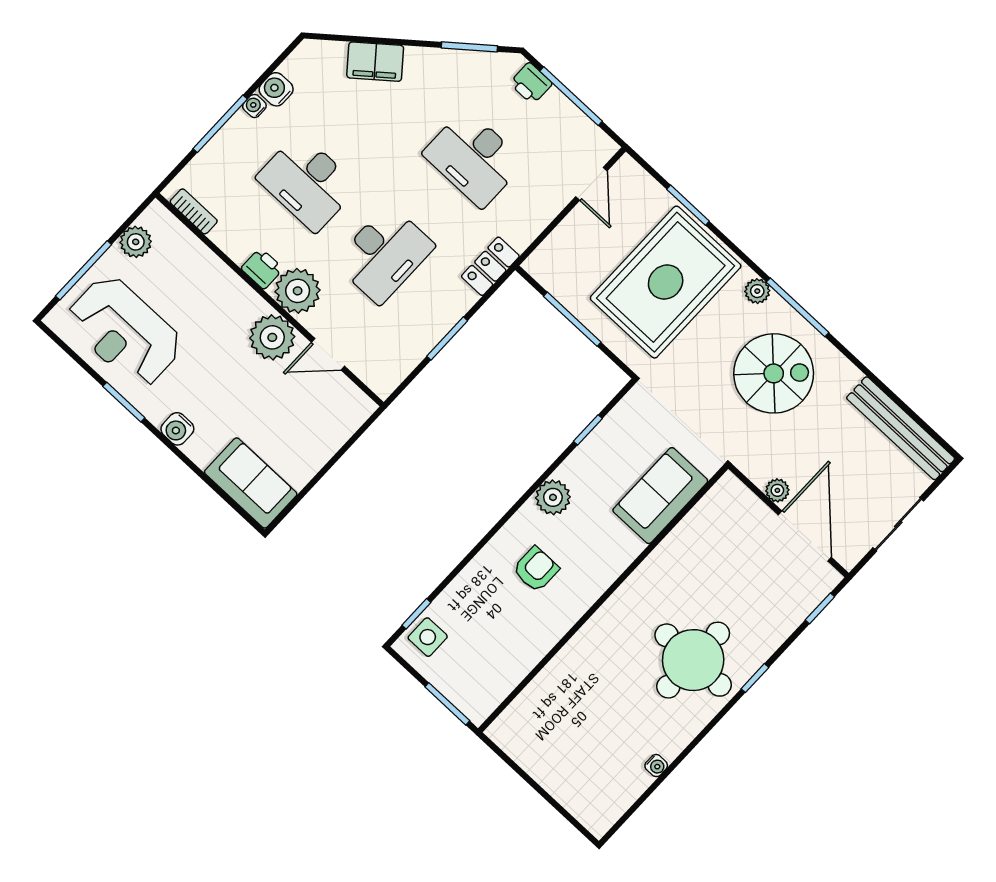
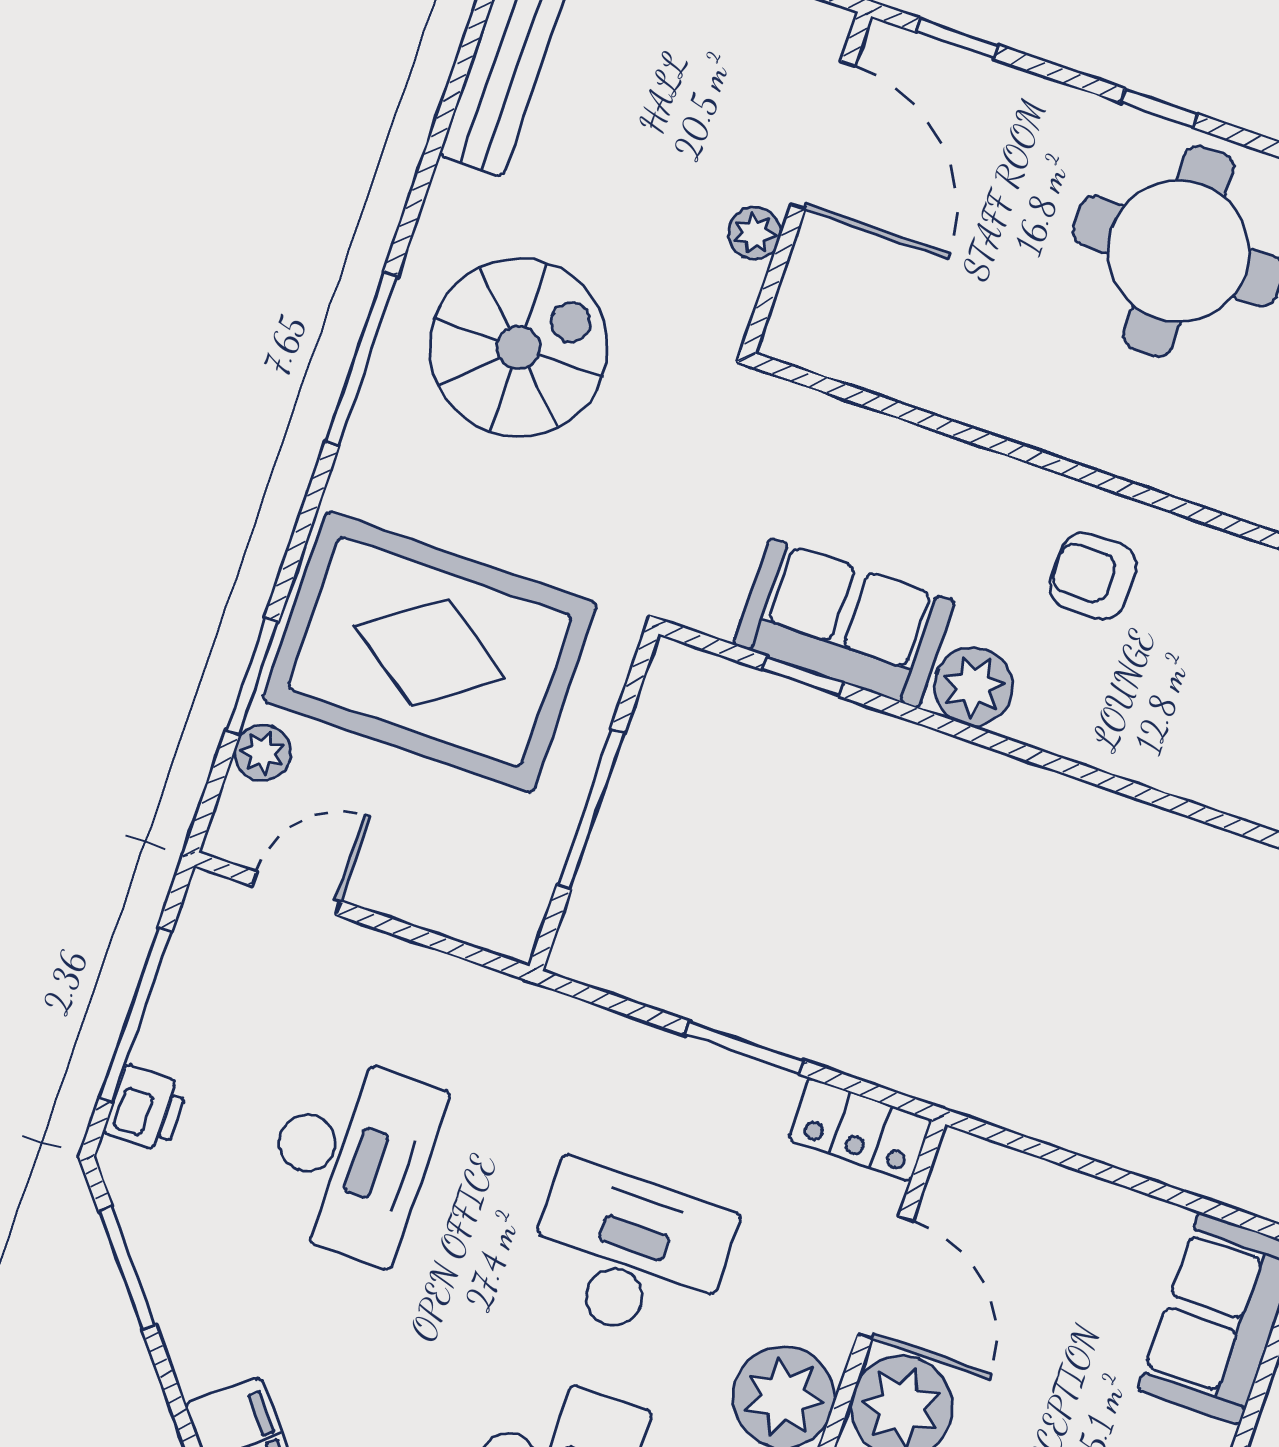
locker: (490, 266) -> (860, 1130), moved
plant: (757, 291) -> (263, 753), moved
door: (328, 354) -> (885, 1277), width x1.38
spiral stairs: (774, 373) -> (518, 347), turned 90
sofa: (660, 496) -> (844, 623), moved, turned 180
door: (805, 536) -> (823, 136), swing flipped
armchair: (536, 569) -> (1093, 576), moved

